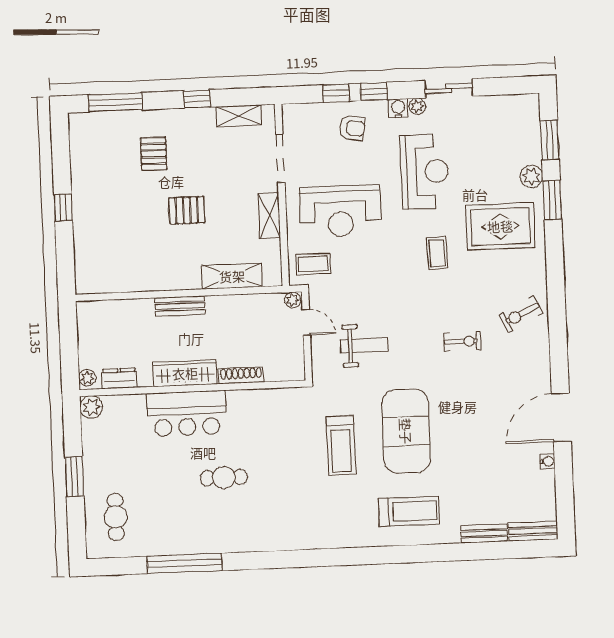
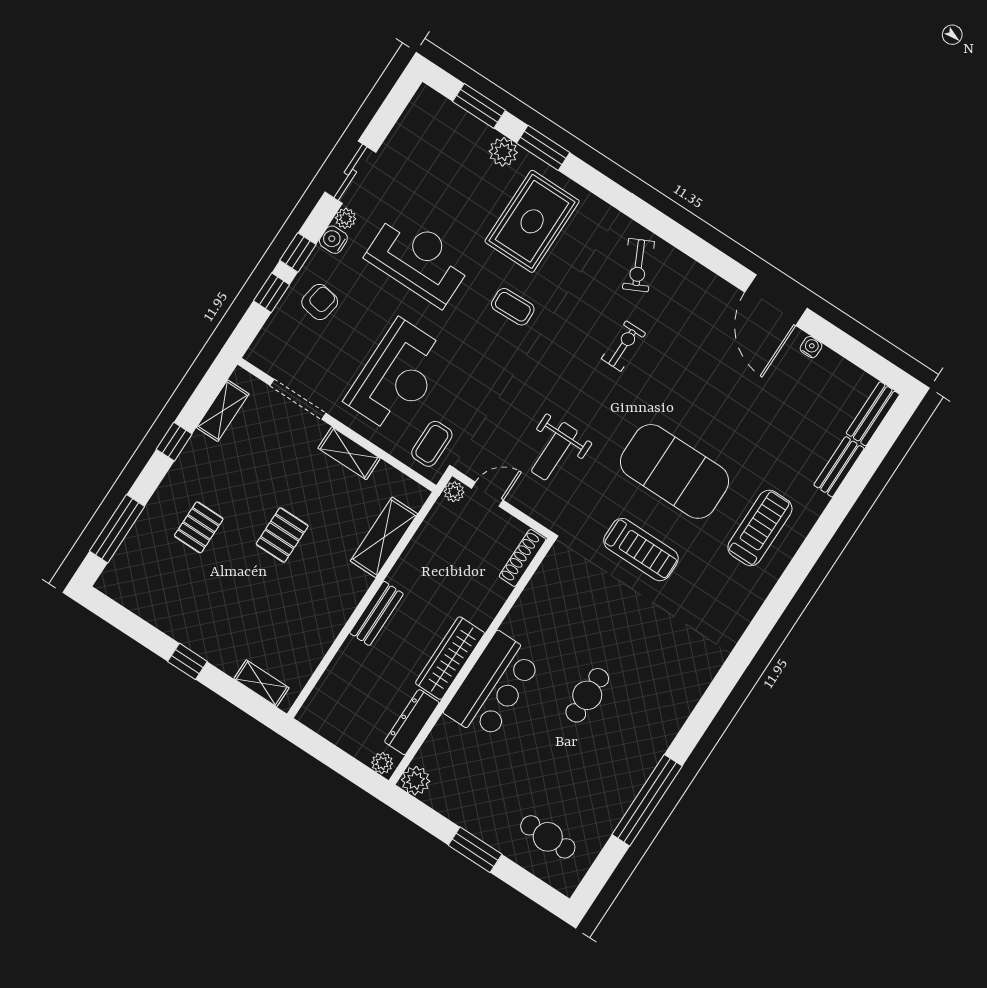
pallet: (154, 154) -> (199, 527), turned 90
shelving: (83, 265) -> (261, 683), added
weight bench: (364, 345) -> (554, 451), turned 180
shoe rack: (241, 375) -> (522, 558), moved
dresser: (119, 378) -> (412, 722), width x1.44

